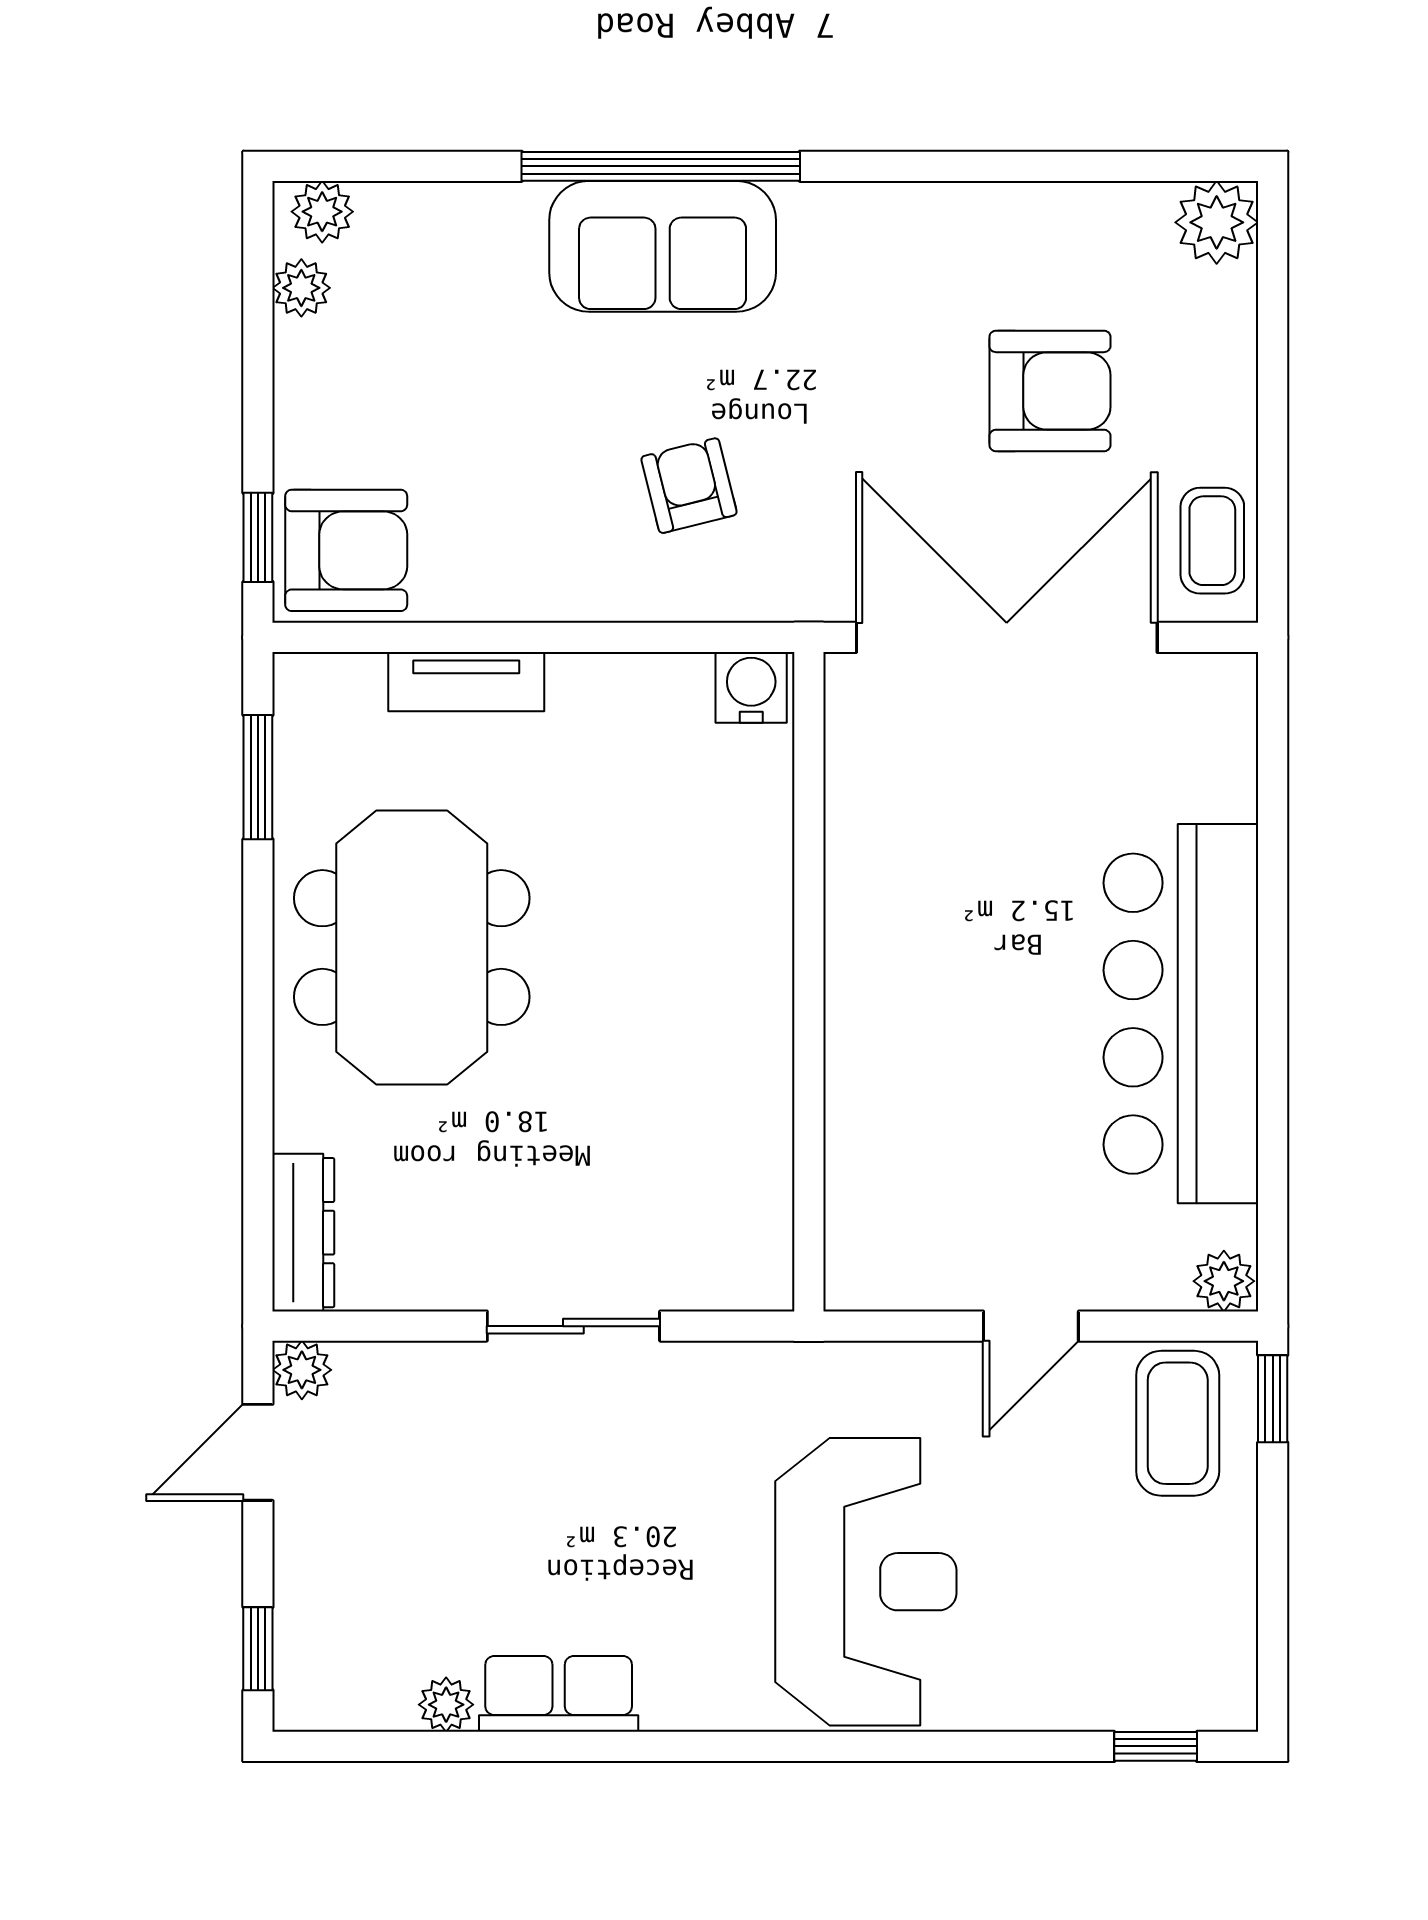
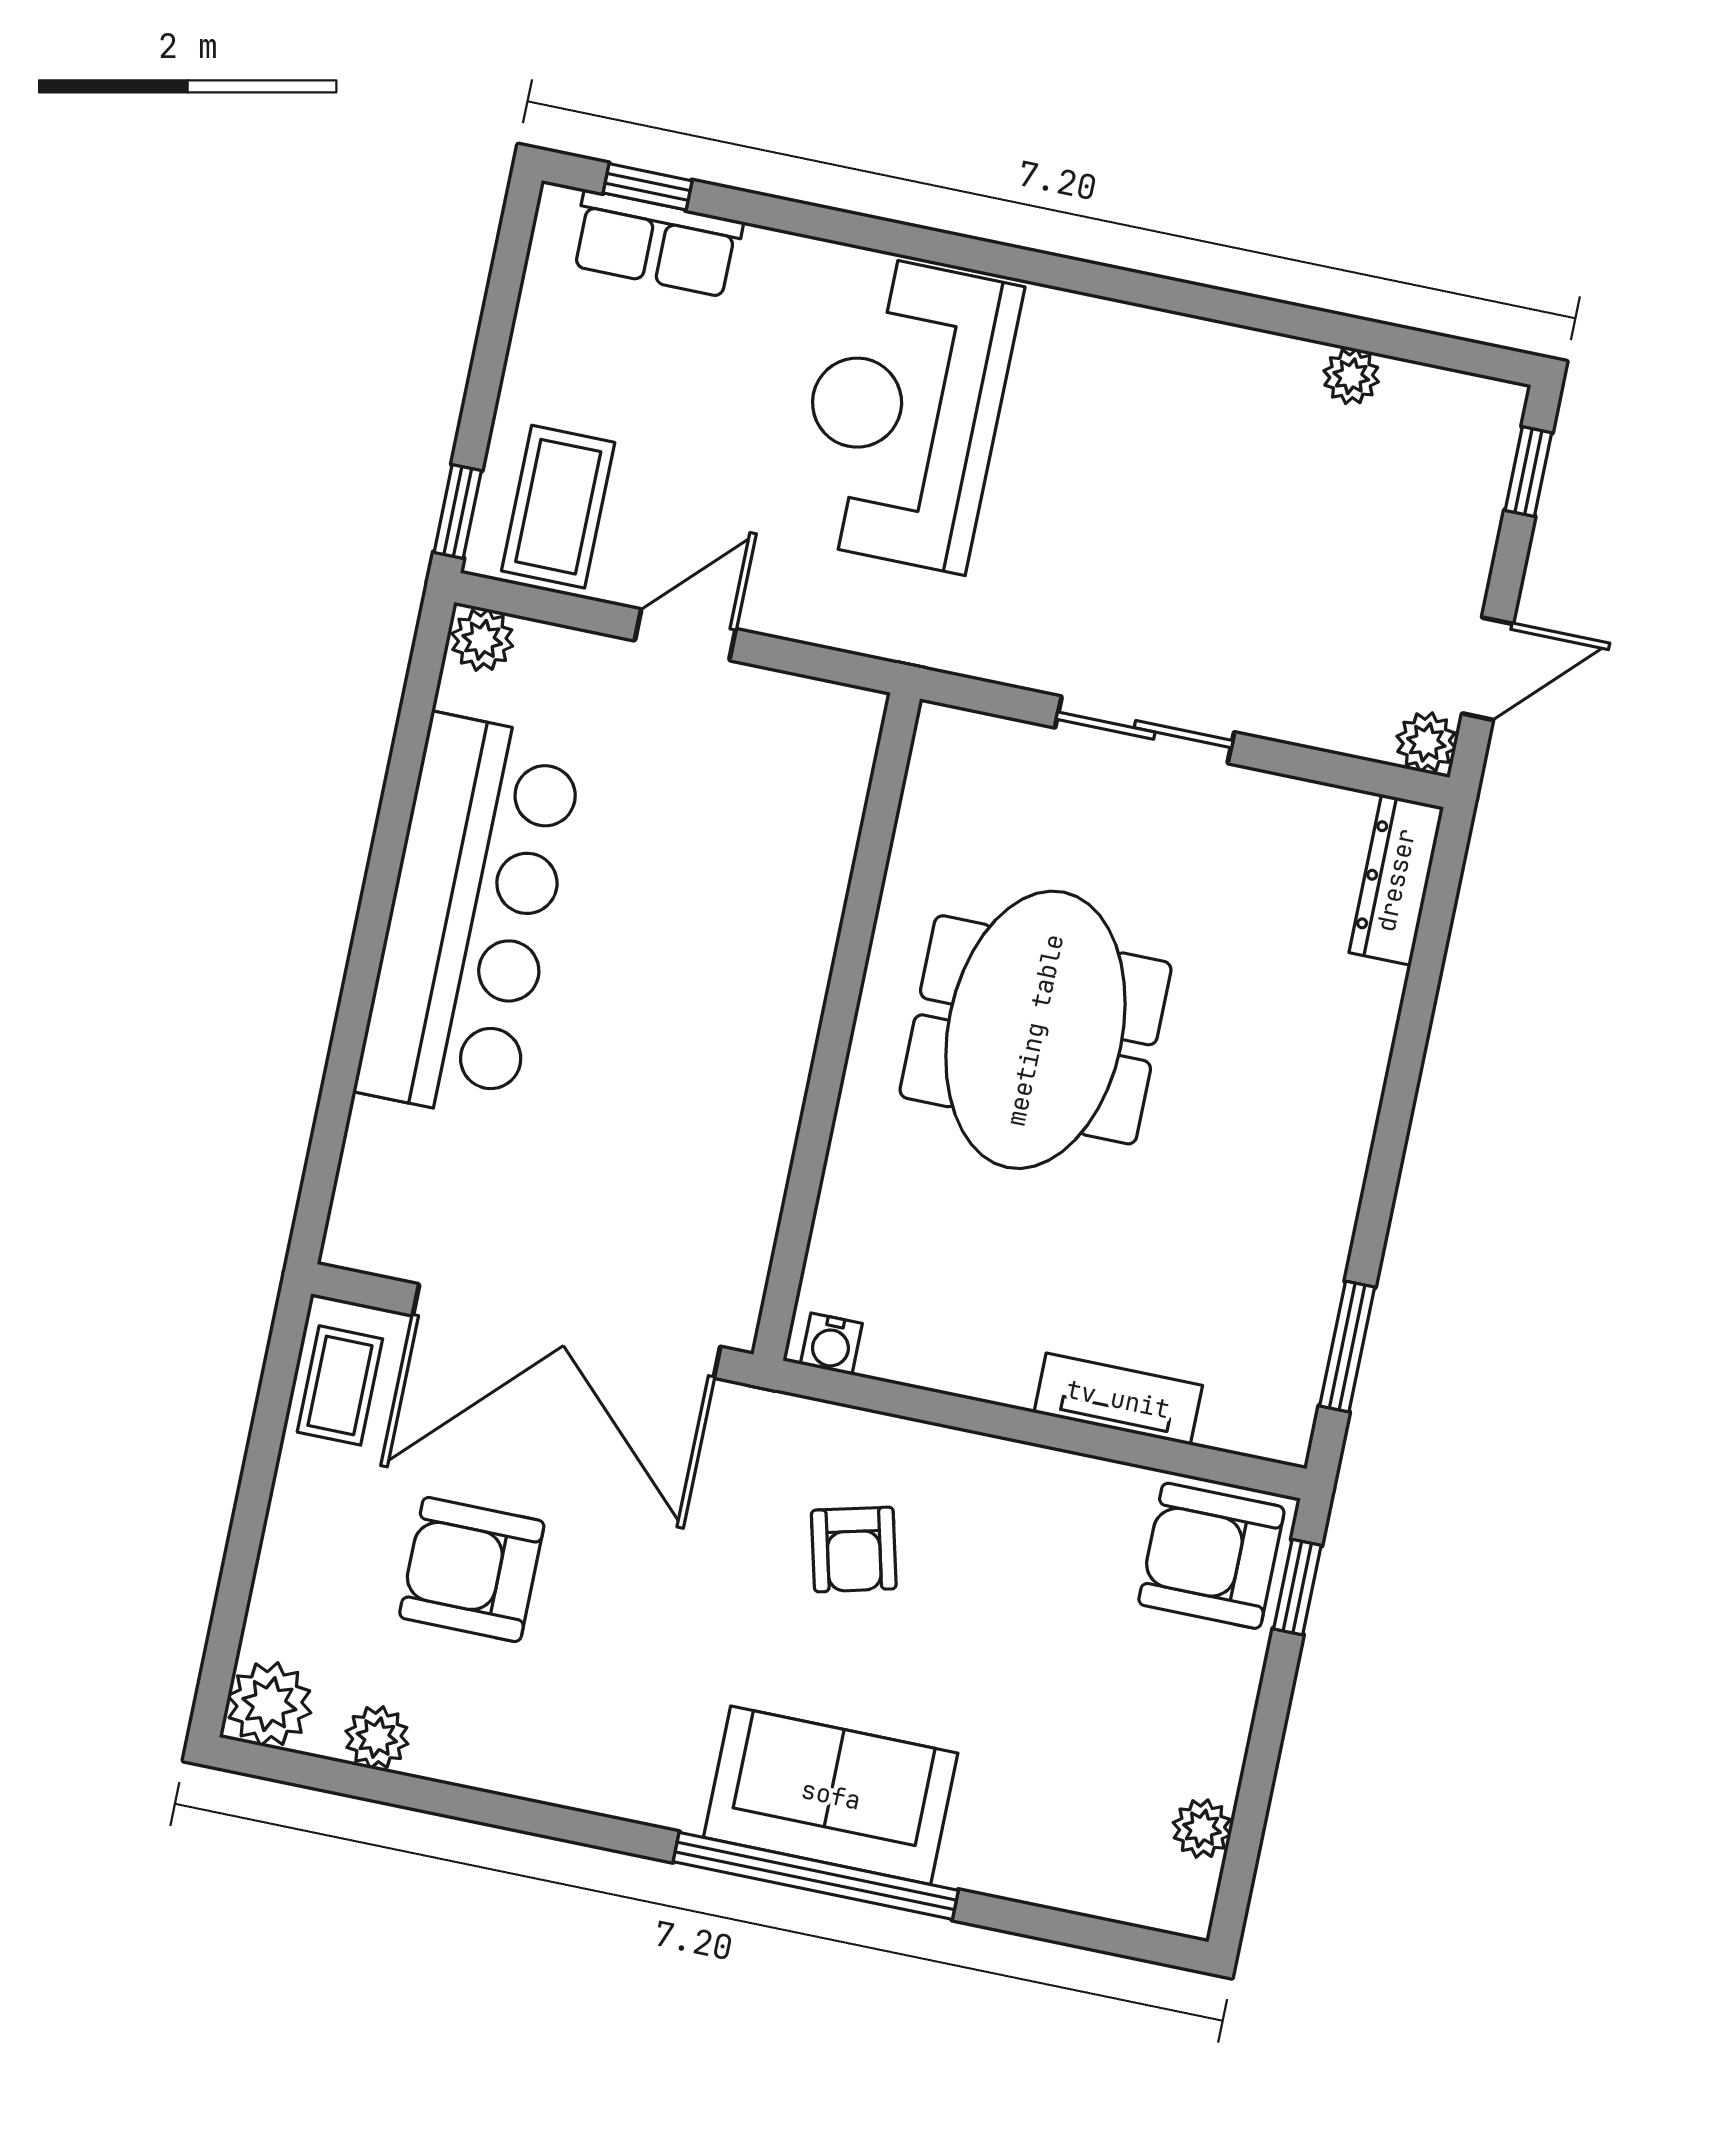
plant: (322, 212) -> (377, 1738), moved
water cooler: (751, 687) -> (831, 1344), width x0.72, depth x0.72
meeting table: (412, 948) -> (1035, 1030), moved
row of seats: (559, 1694) -> (656, 244), moved

